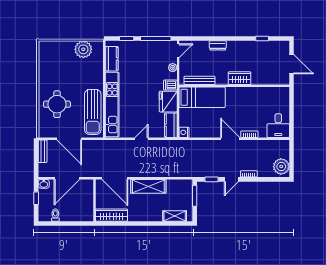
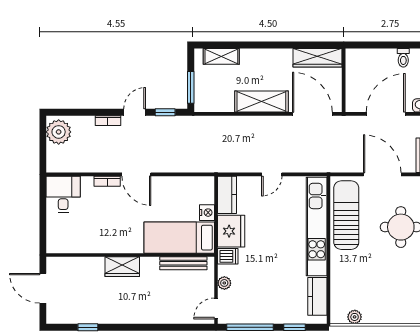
dresser: (218, 45) -> (155, 317), removed
plant: (83, 49) -> (355, 317), width x0.53, depth x0.53
nightstand: (184, 132) -> (207, 213), moved

